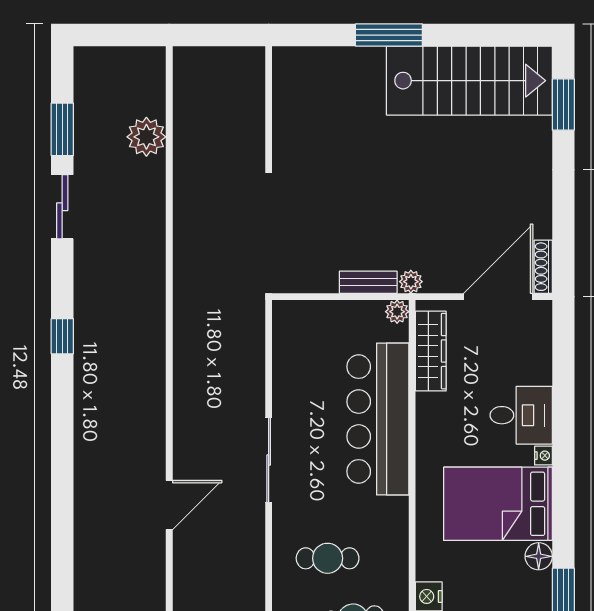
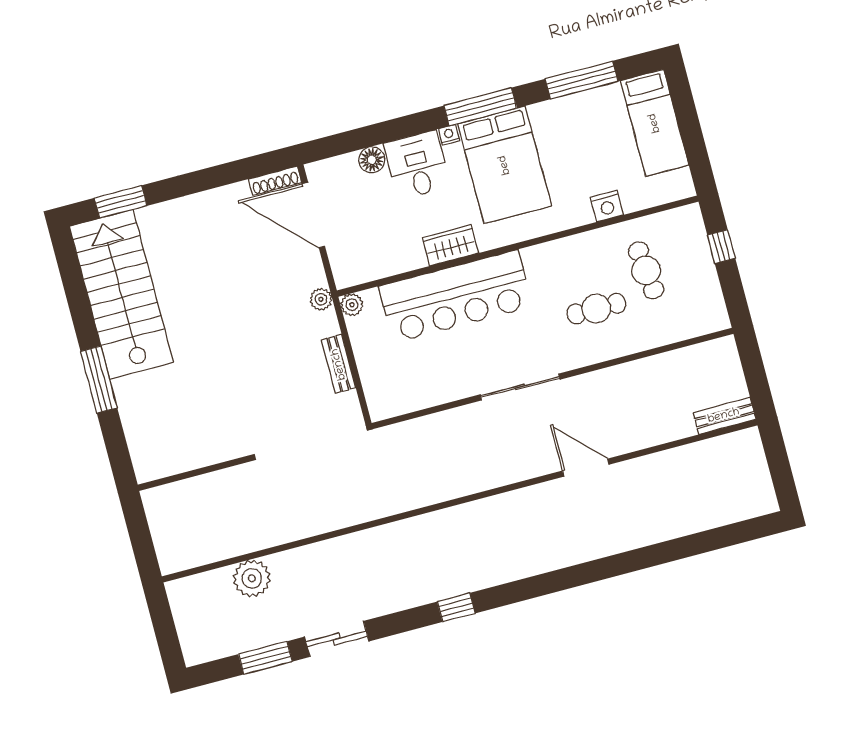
bench: (368, 282) -> (339, 364), moved
wardrobe: (431, 351) -> (451, 245), moved, width x0.67
window: (563, 495) -> (480, 107), added
floor lamp: (539, 556) -> (372, 160), moved
cafe table: (328, 558) -> (596, 309), turned 90

